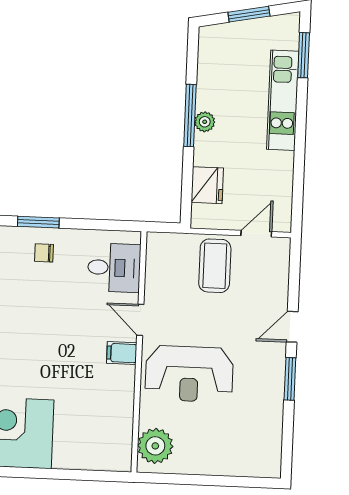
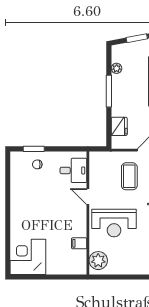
plant: (205, 122) -> (117, 68), moved
coffee table: (215, 266) -> (129, 176), moved
filing cabinet: (122, 353) -> (79, 243), moved

